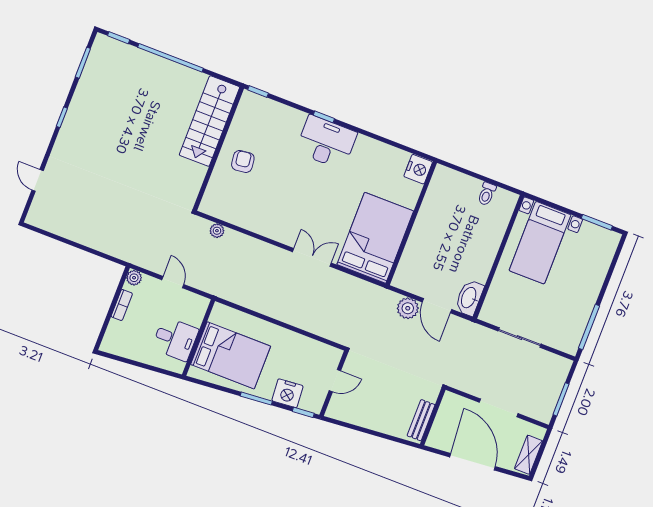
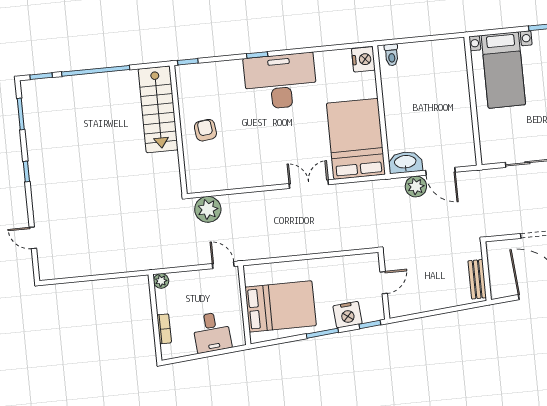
desk: (326, 142) -> (280, 81), width x1.36, depth x1.30
toilet: (487, 194) -> (392, 55), moved
plant: (217, 231) -> (208, 209), width x1.87, depth x1.87
door: (173, 282) -> (223, 265), moved
washbasin: (469, 298) -> (405, 162), moved, turned 90
bookcase: (122, 305) -> (164, 329), moved
desk: (175, 339) -> (212, 332), moved, turned 85

